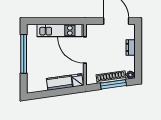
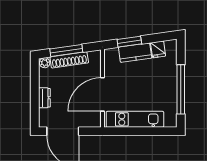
door: (85, 50) -> (103, 94), swing flipped
fridge: (78, 80) -> (158, 49), moved
window: (64, 91) -> (129, 42), added

